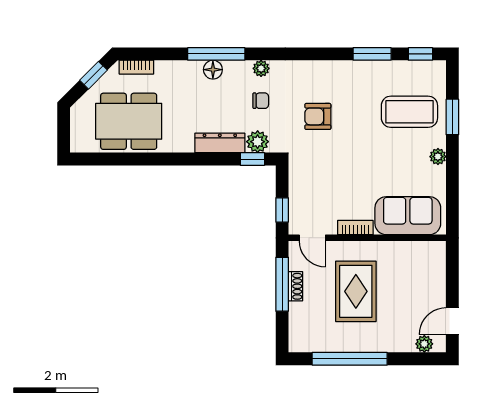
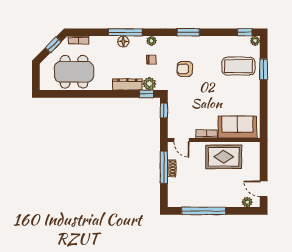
window: (372, 54) -> (188, 32), moved
plant: (438, 157) -> (255, 41), moved
window: (282, 210) -> (164, 111), moved
rug: (356, 291) -> (224, 157), moved, turned 90
door: (452, 321) -> (264, 189), hinge flipped

